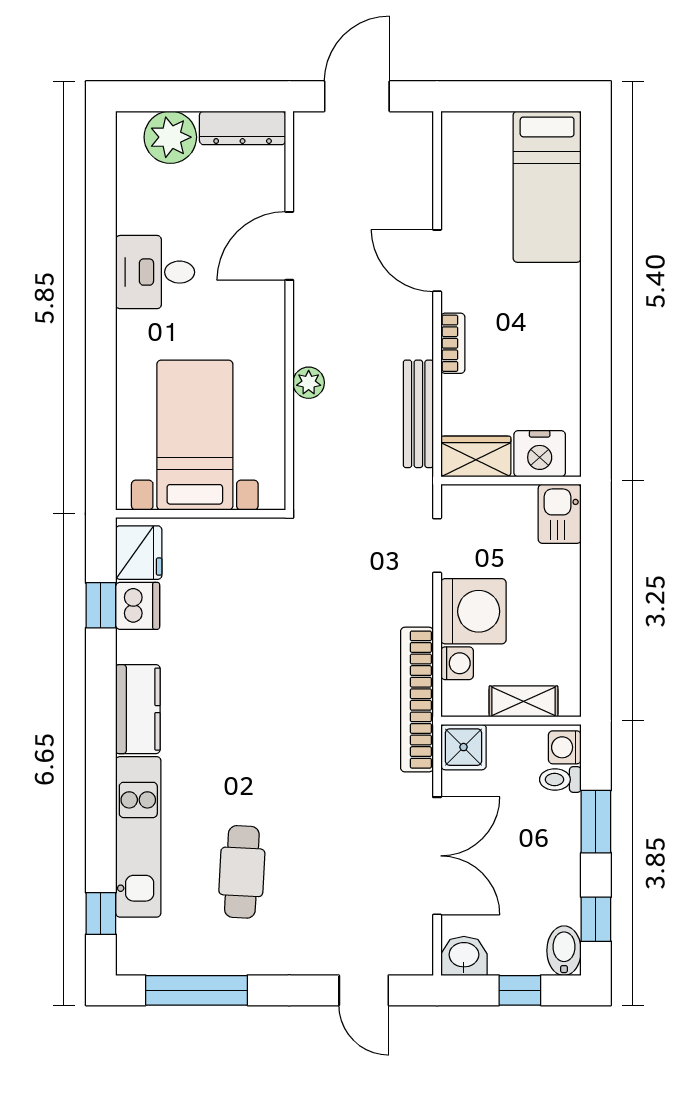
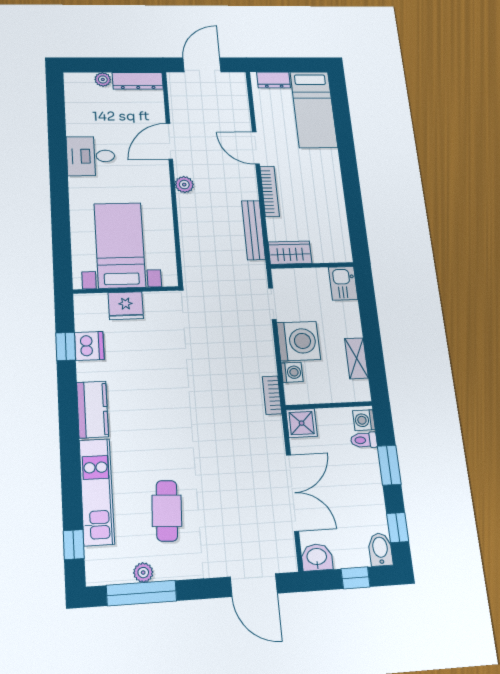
dresser: (482, 127) -> (274, 80), added
plant: (170, 137) -> (103, 79), width x0.53, depth x0.53
bookcase: (453, 343) -> (270, 191), width x1.56
plant: (309, 383) -> (184, 185), moved
nightstand: (540, 454) -> (327, 250), removed
fridge: (139, 553) -> (126, 306), moved, turned 90
bookcase: (417, 700) -> (272, 395), width x0.43, depth x0.76
shelving: (523, 701) -> (356, 358), moved, turned 90
plant: (201, 961) -> (143, 573), added
door: (364, 990) -> (254, 585), width x1.37

